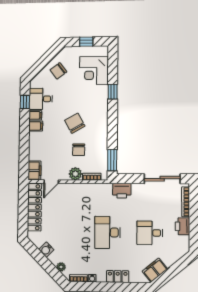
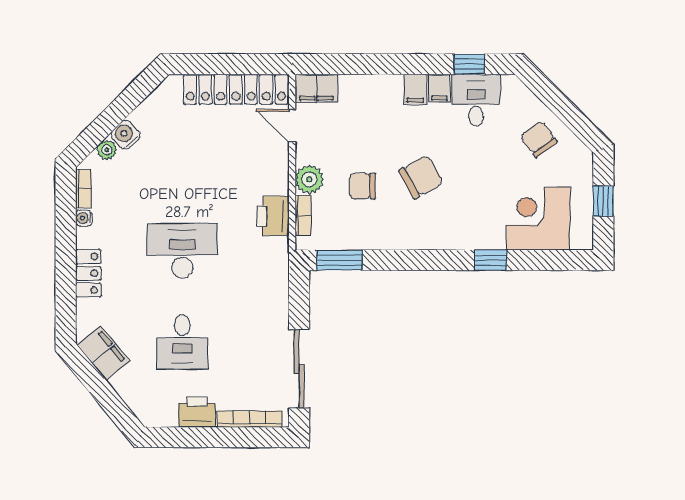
printer: (122, 191) -> (273, 216), moved
desk: (150, 233) -> (182, 342), turned 180
water cooler: (46, 250) -> (125, 135), moved

